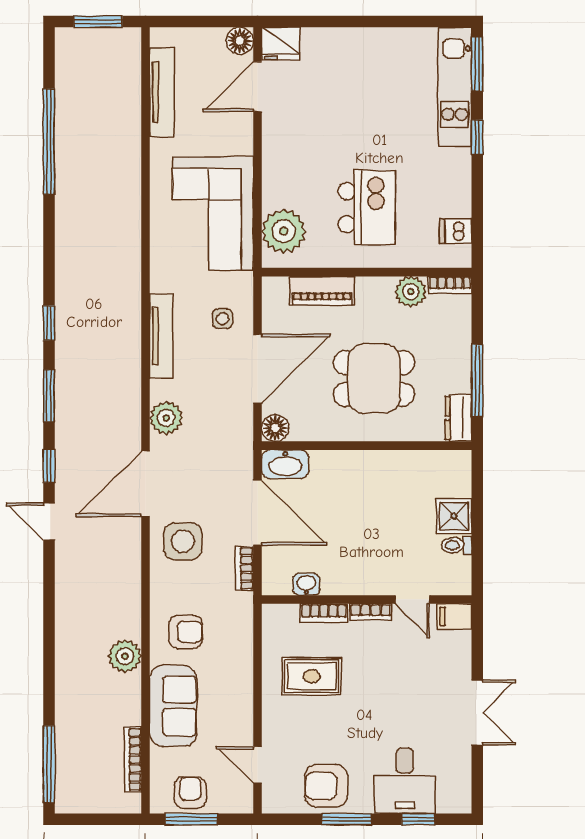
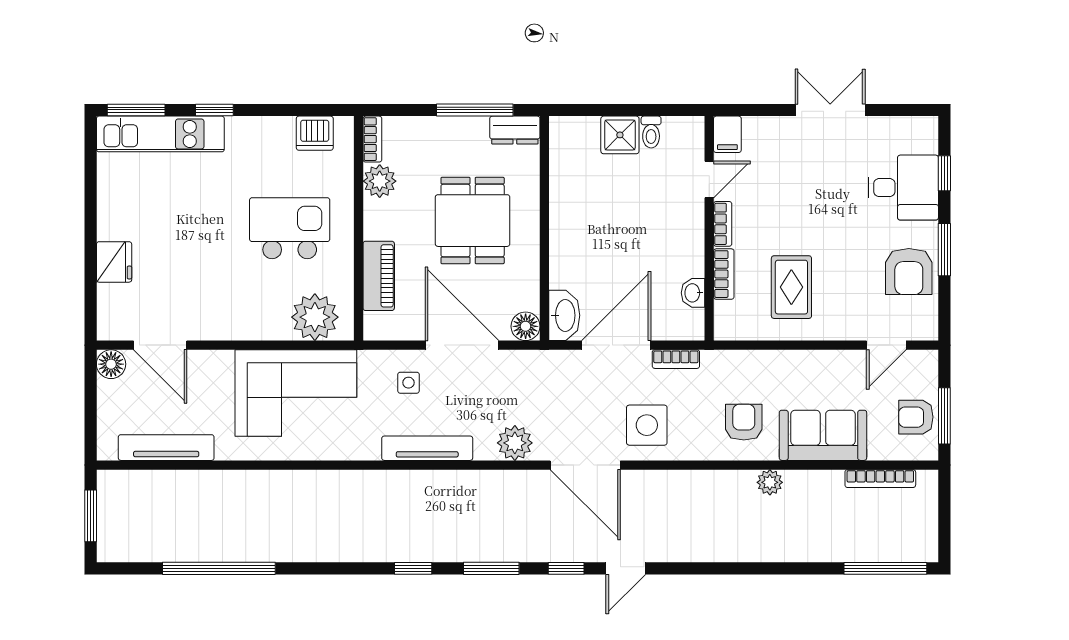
fridge: (281, 44) -> (114, 262), moved
dishwasher: (456, 231) -> (315, 133), width x1.38
plant: (125, 656) -> (770, 482), width x0.73, depth x0.73

